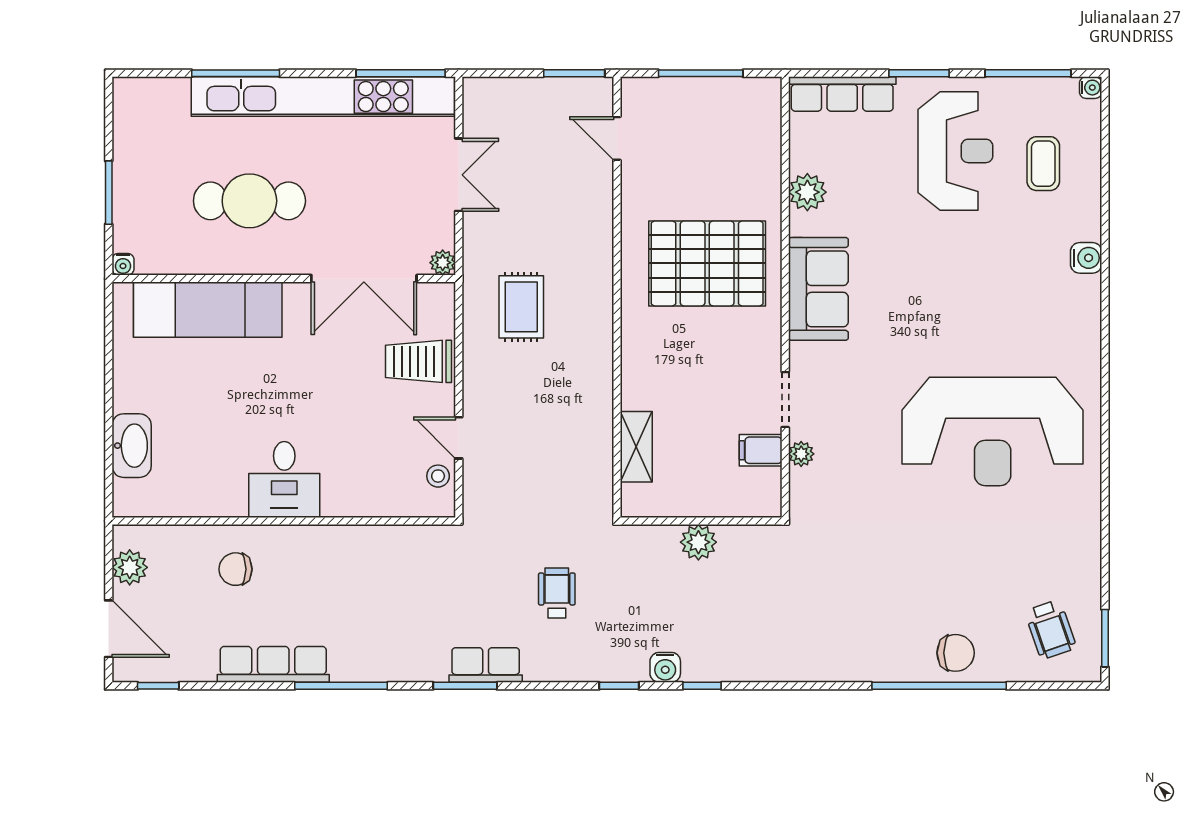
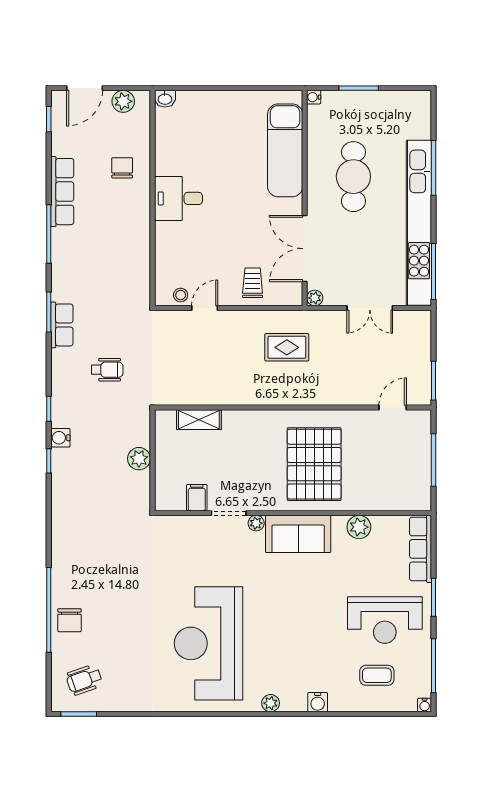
plant: (1088, 333) -> (271, 703), added
trolley: (418, 361) -> (253, 283), width x0.73, depth x0.72
washbasin: (132, 446) -> (165, 99), moved, width x0.52, depth x0.69
plant: (801, 454) -> (256, 523), moved

